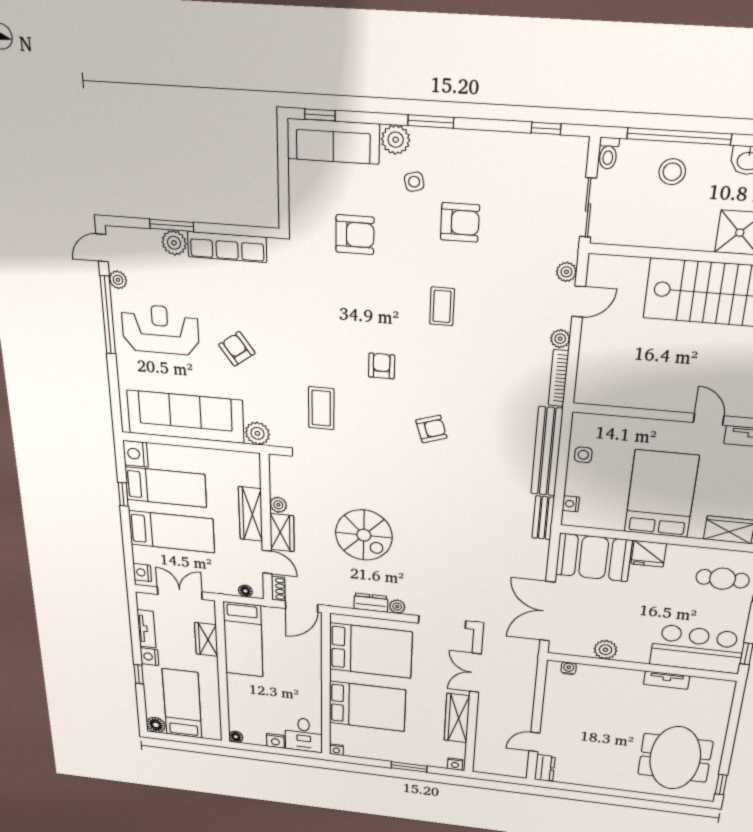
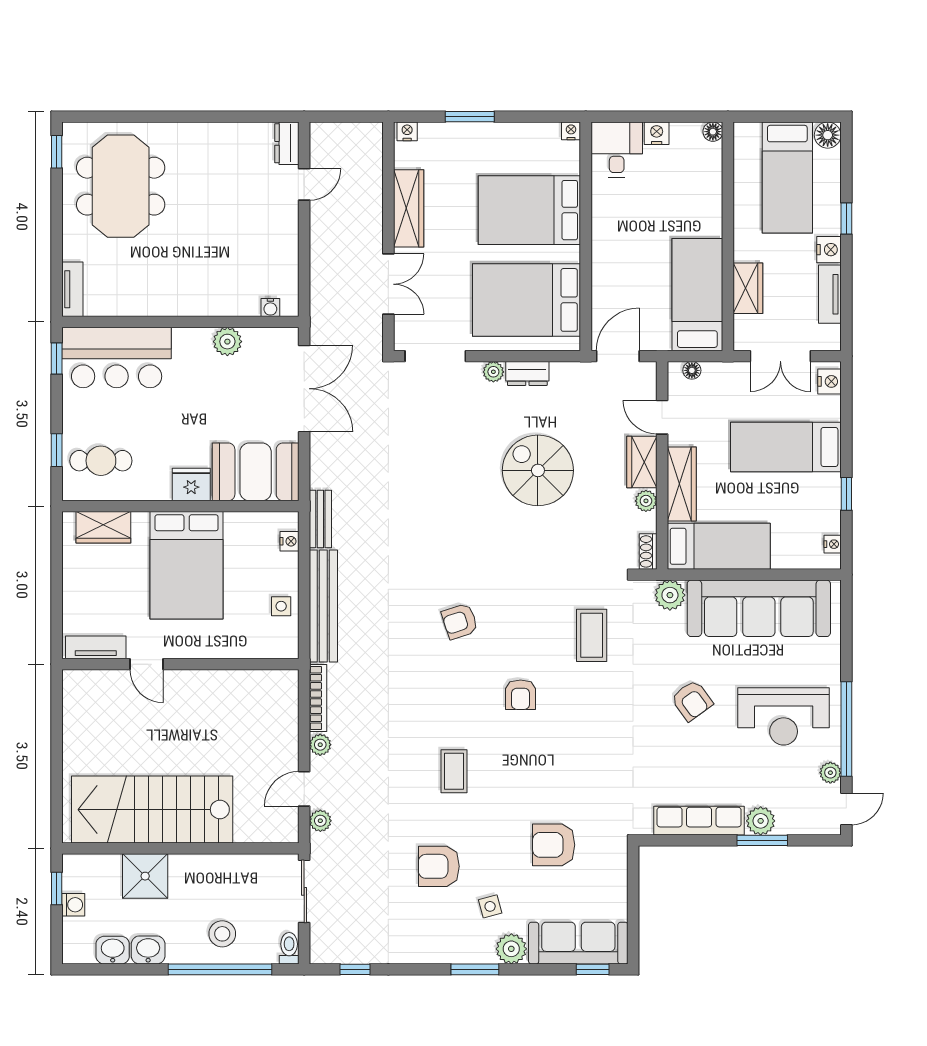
nightstand: (135, 454) -> (833, 544), width x0.53, depth x0.56
bed: (166, 487) -> (719, 546), moved, turned 180
shoe rack: (278, 589) -> (648, 551), moved
tv unit: (667, 680) -> (72, 289), moved, turned 90

